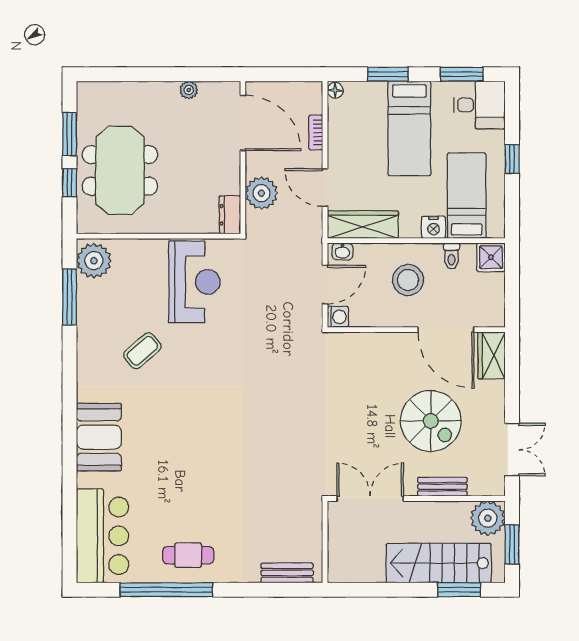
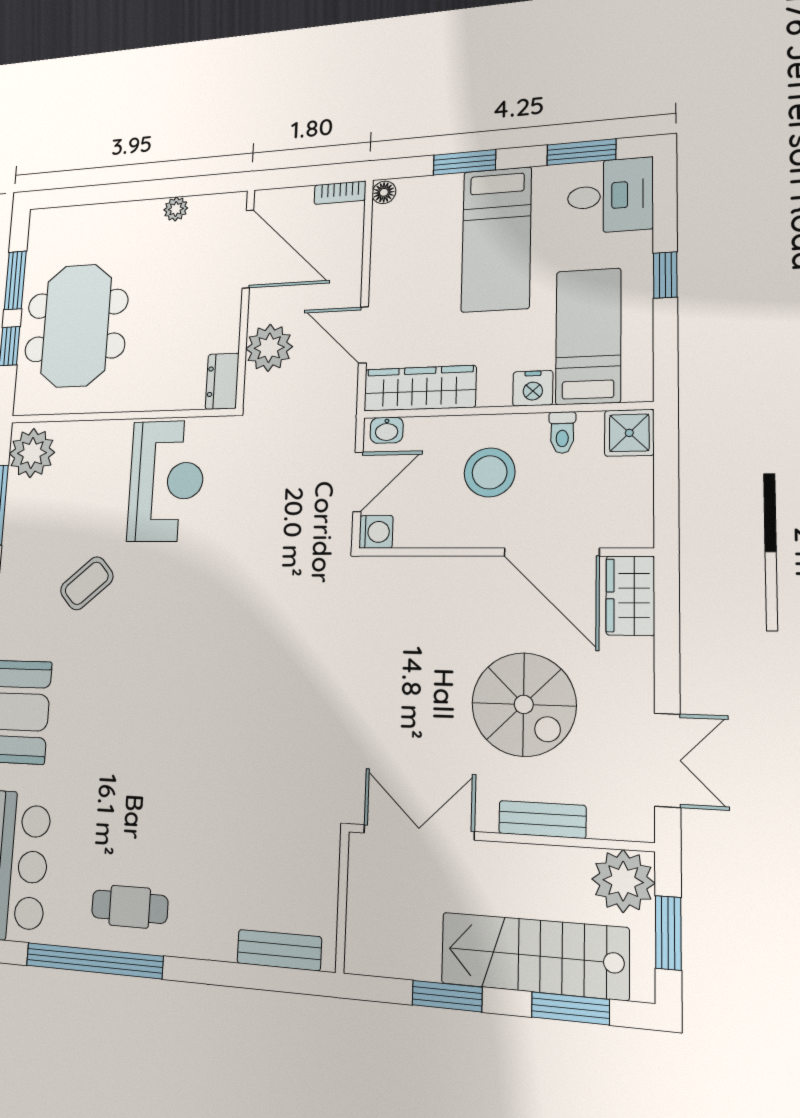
bookcase: (316, 132) -> (340, 193), moved, turned -90
window: (389, 590) -> (447, 996), added

